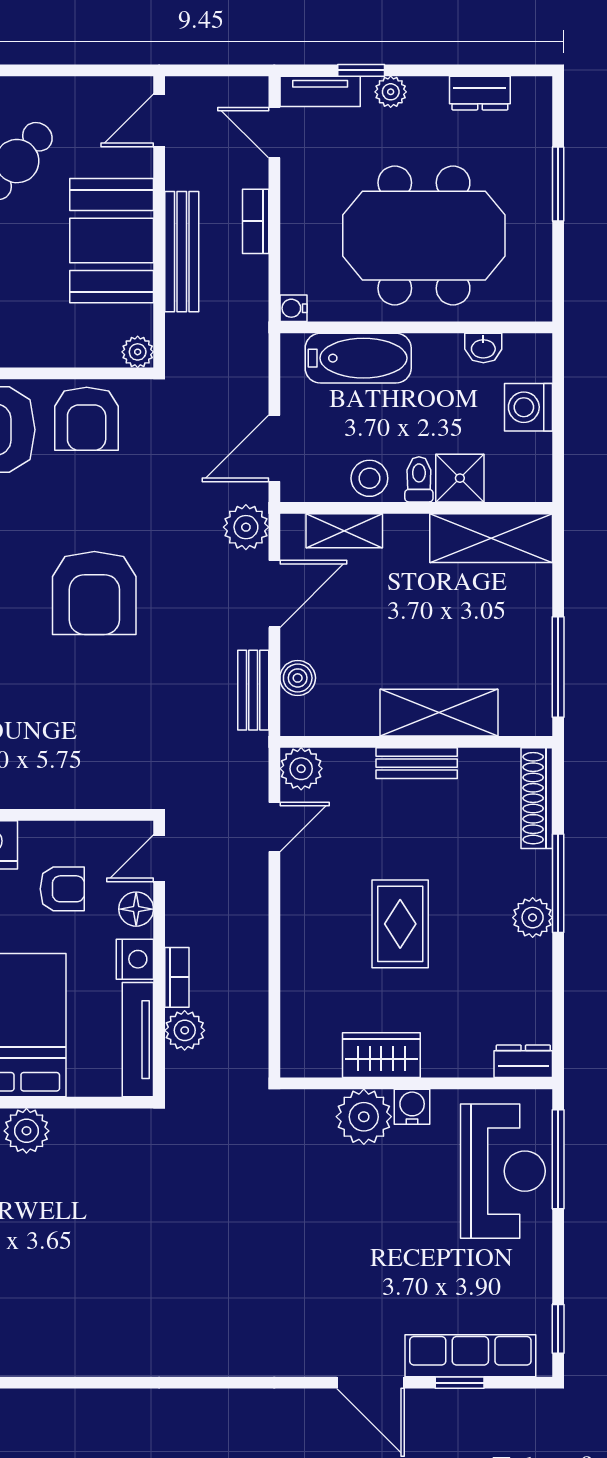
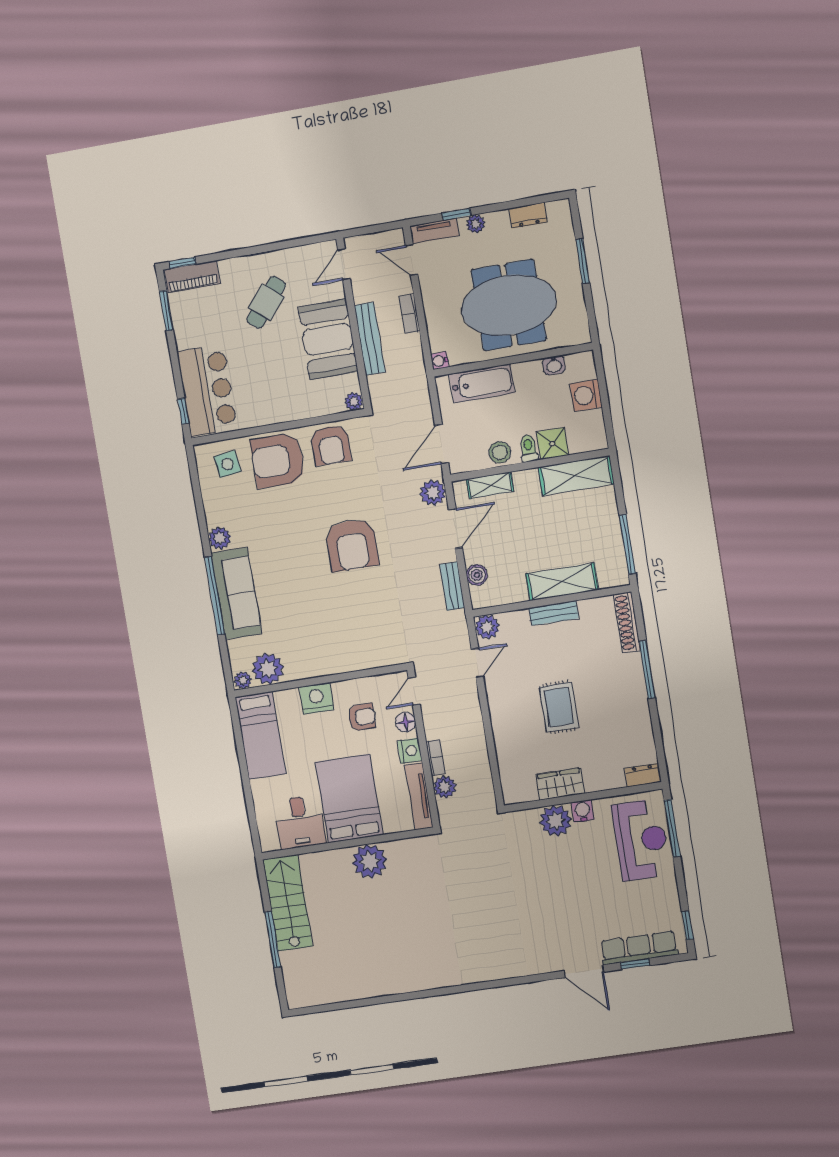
plant: (533, 918) -> (635, 692), removed
plant: (26, 1131) -> (370, 861), width x1.36, depth x1.36

